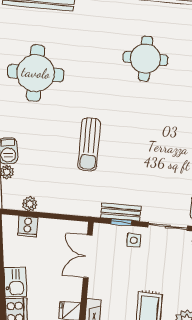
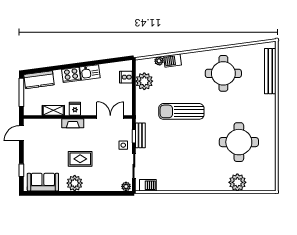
round table: (146, 59) -> (239, 142), width x1.36, depth x1.36
sun lounger: (89, 144) -> (181, 111), width x1.36, depth x1.34
plant: (30, 204) -> (144, 81), width x1.87, depth x1.87

